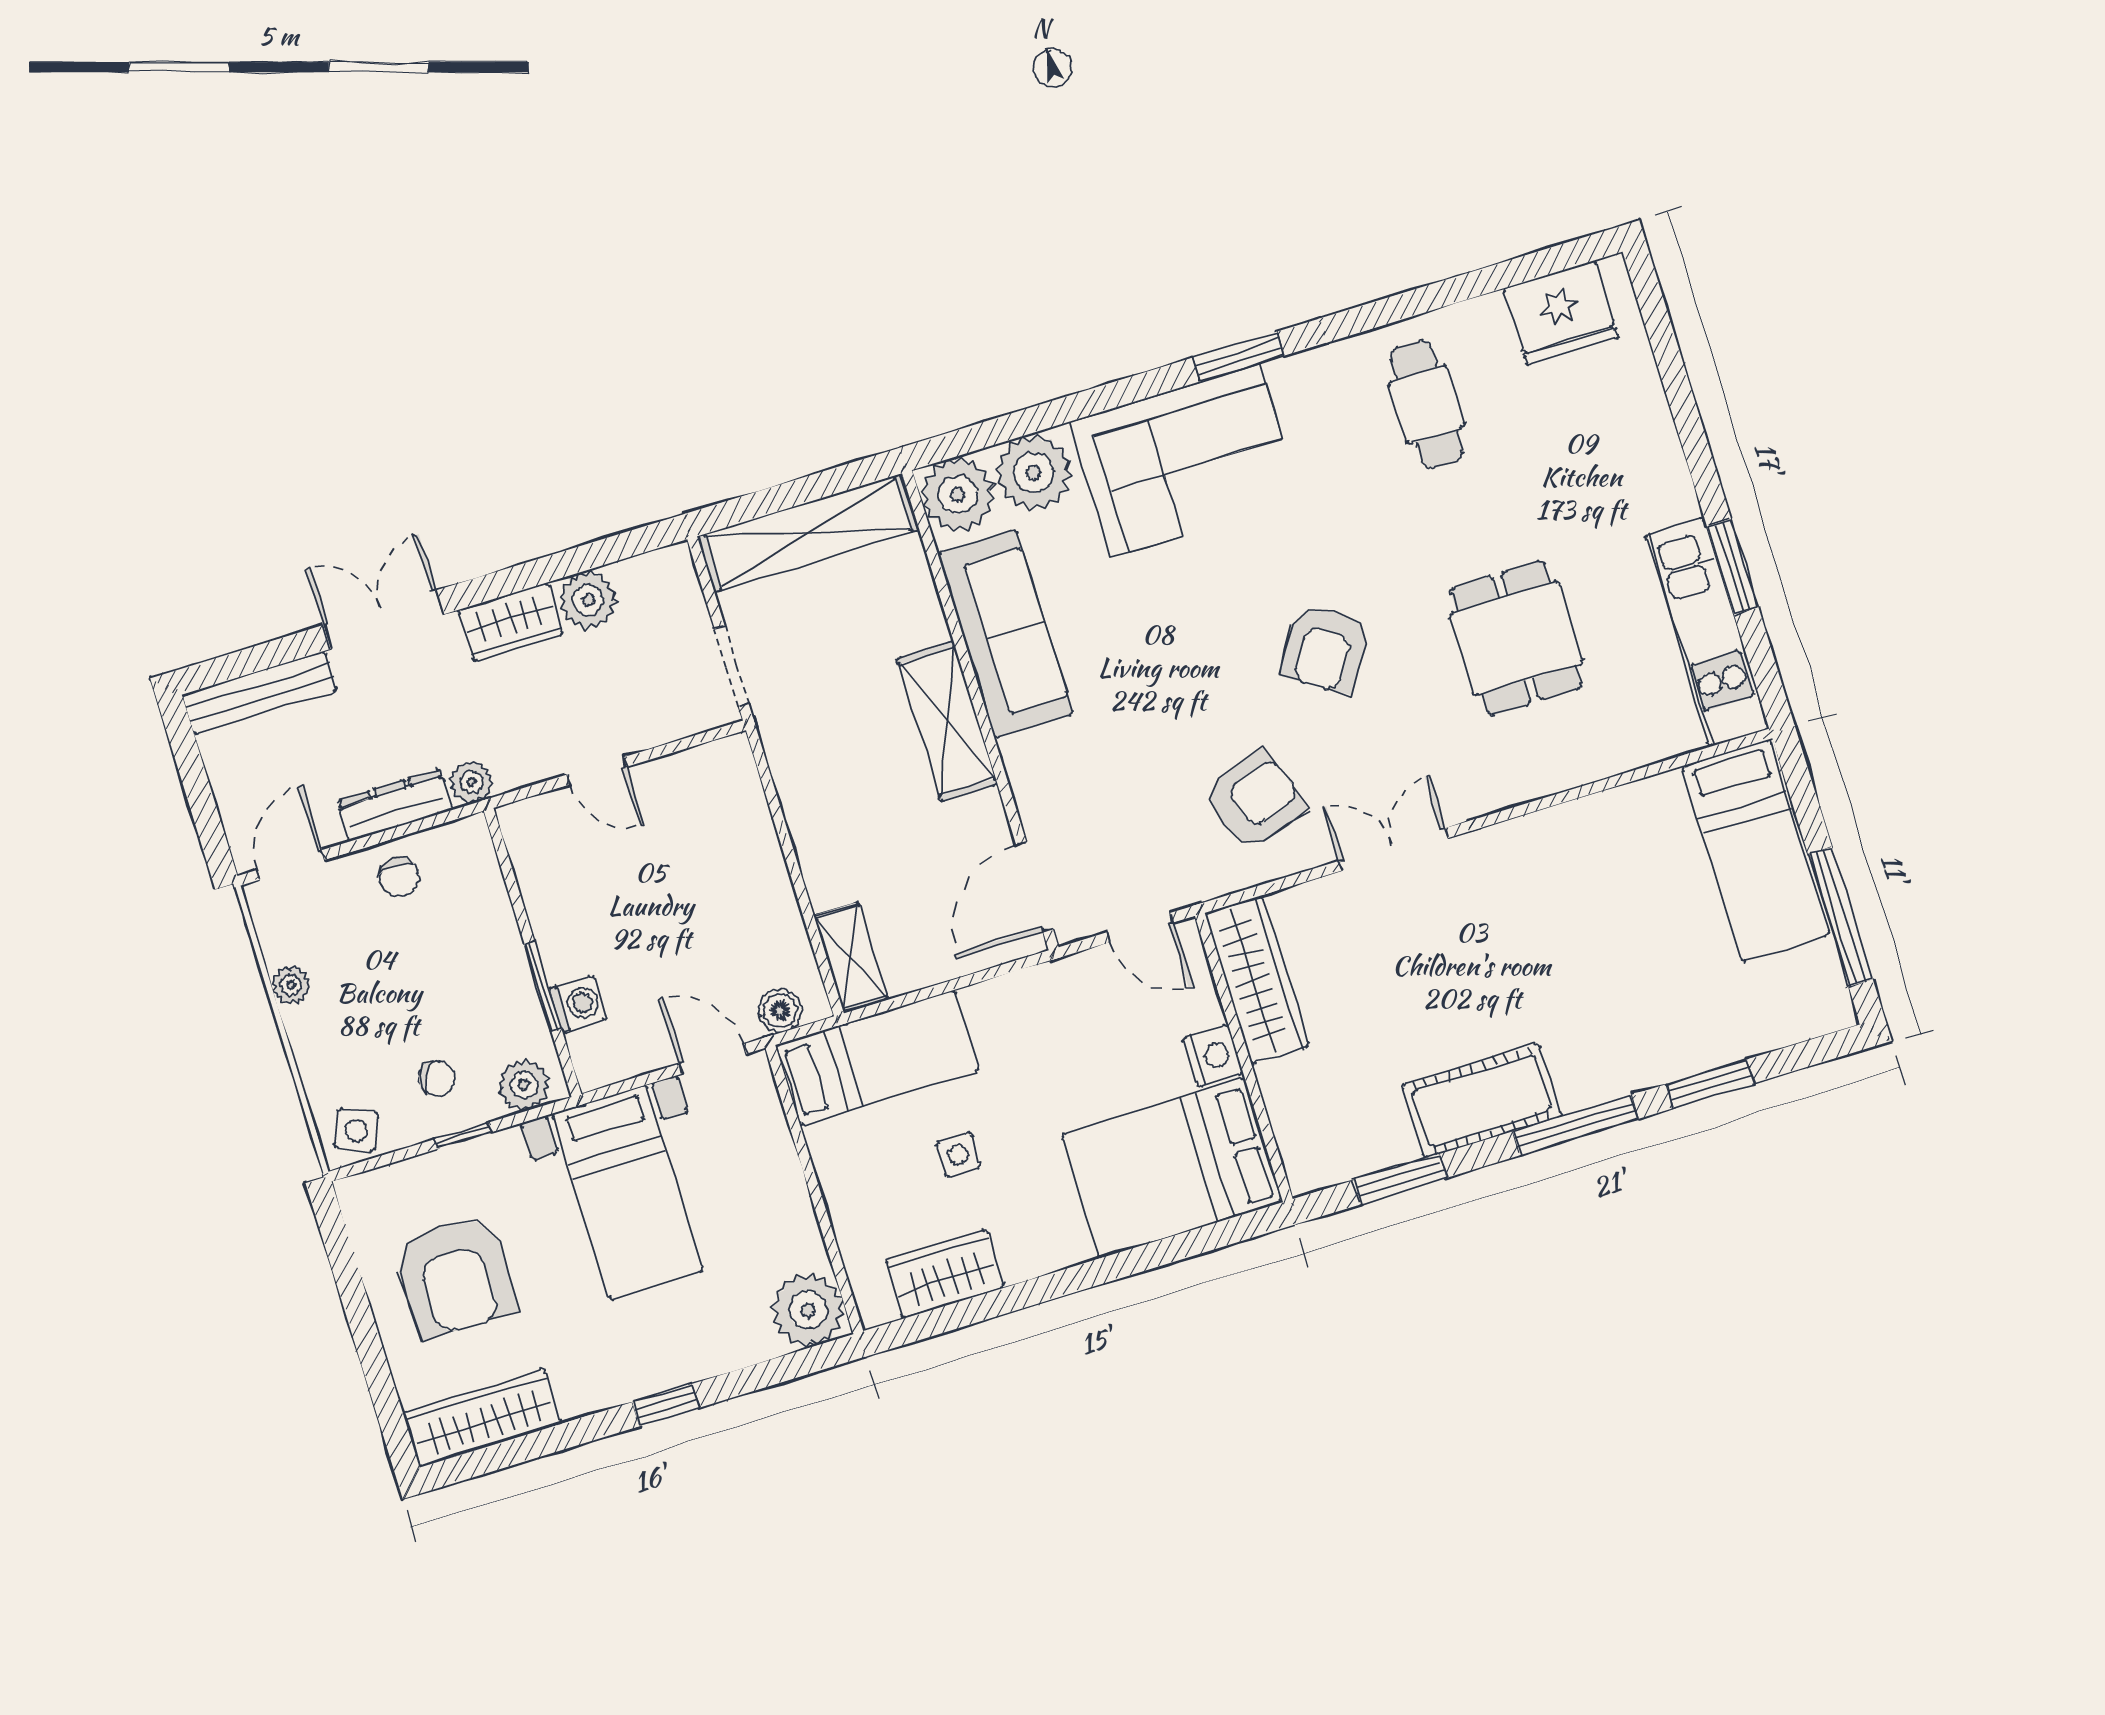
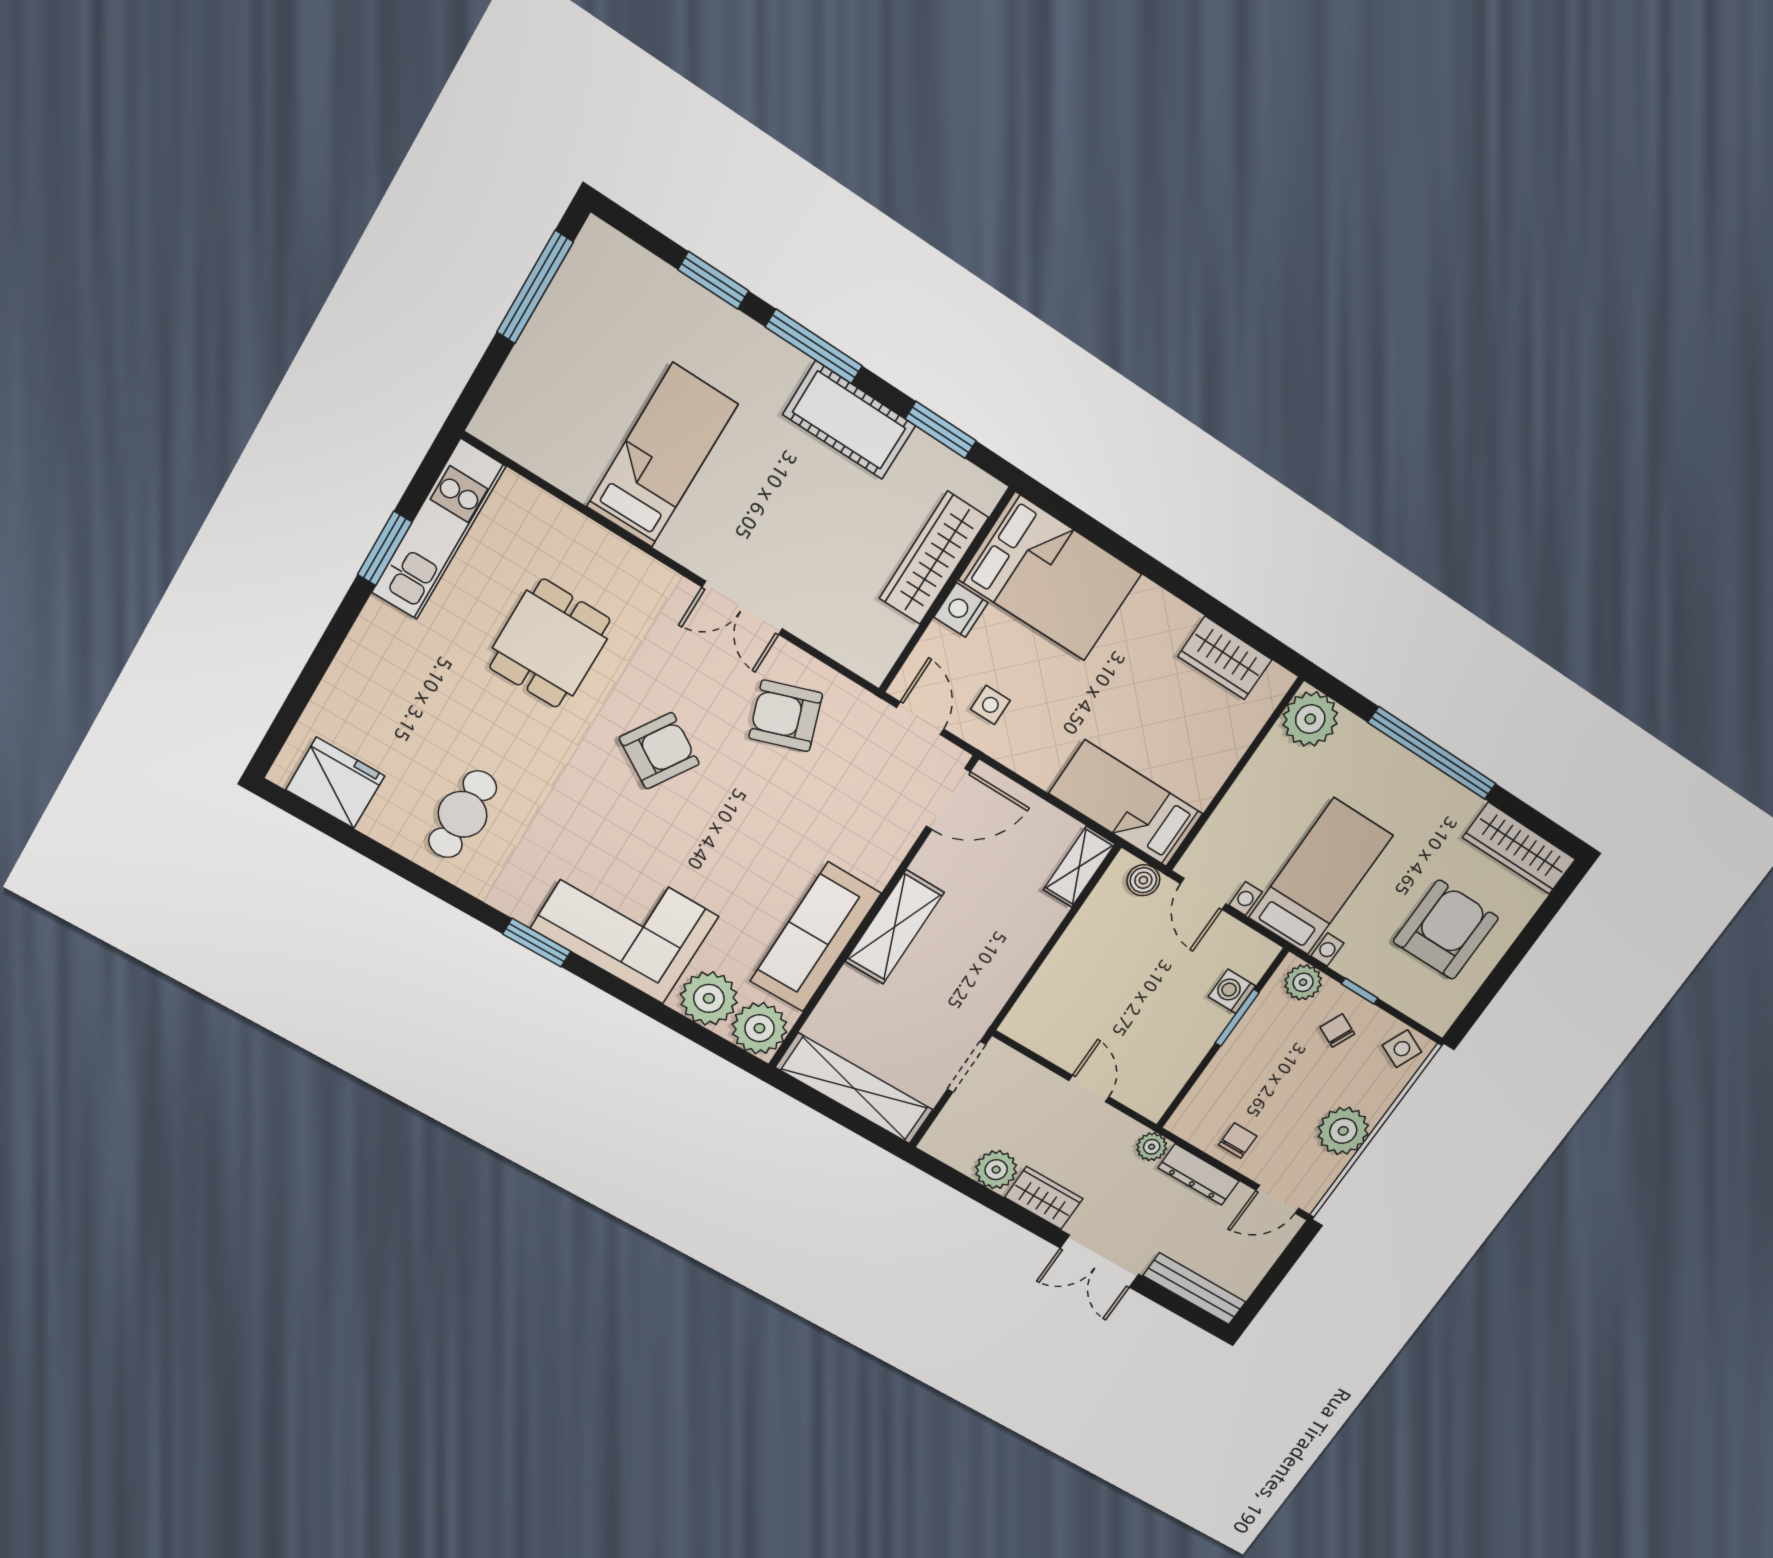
bed: (1756, 850) -> (662, 456), moved
wardrobe: (1257, 979) -> (934, 558), moved
plant: (291, 985) -> (1343, 1131), width x1.88, depth x1.88
side table: (958, 1155) -> (990, 705), moved
window: (665, 1405) -> (1432, 753), width x3.17

